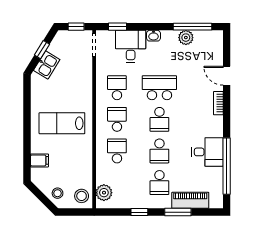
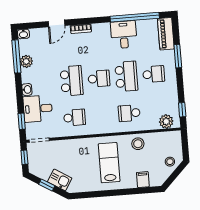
washbasin: (218, 37) -> (23, 34), added
school desk: (117, 88) -> (74, 118), turned 180
school desk: (159, 88) -> (72, 81), turned 180
school desk: (117, 119) -> (102, 115), removed
lab bench: (62, 123) -> (109, 163), turned 180
school desk: (159, 151) -> (126, 76), width x1.85
stool: (82, 196) -> (138, 144), moved
piano: (190, 200) -> (166, 34), moved
window: (139, 212) -> (182, 110), moved

